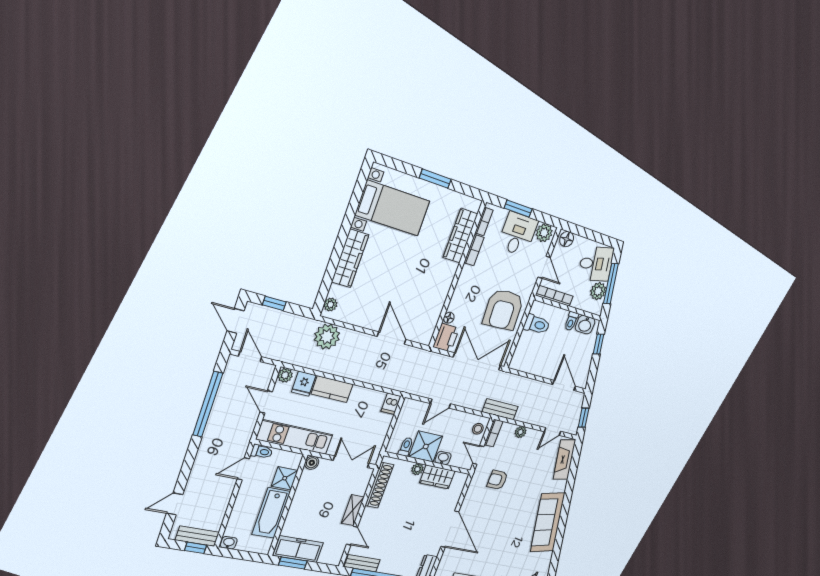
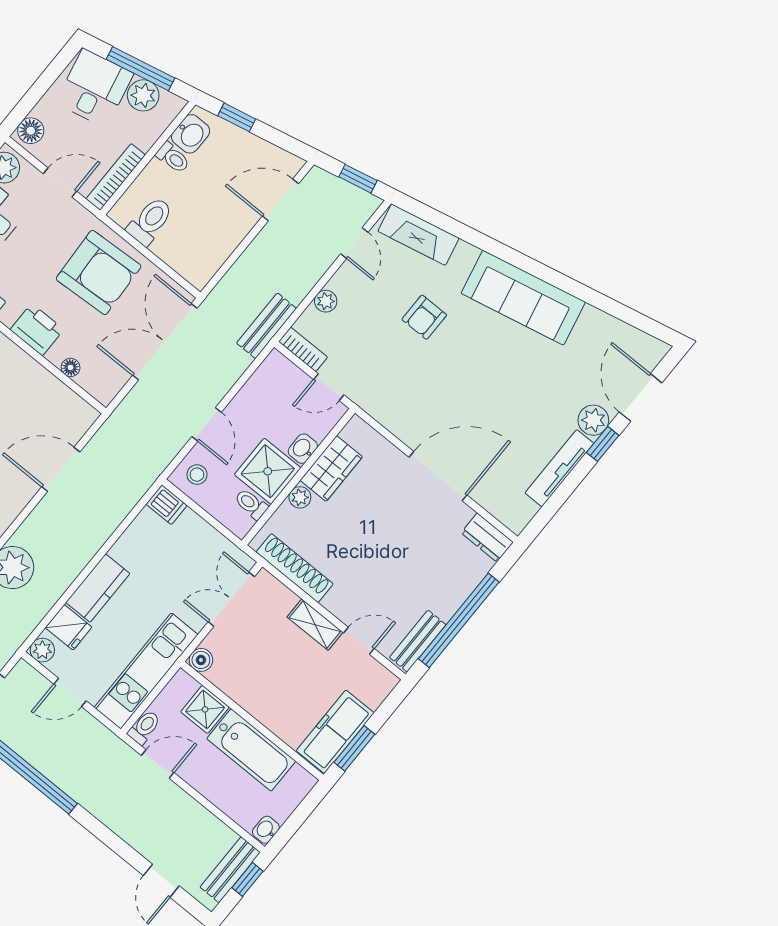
printer: (446, 338) -> (37, 330), moved
stool: (478, 429) -> (197, 475), moved
door: (243, 469) -> (158, 764), swing flipped
armchair: (497, 480) -> (424, 317), moved

